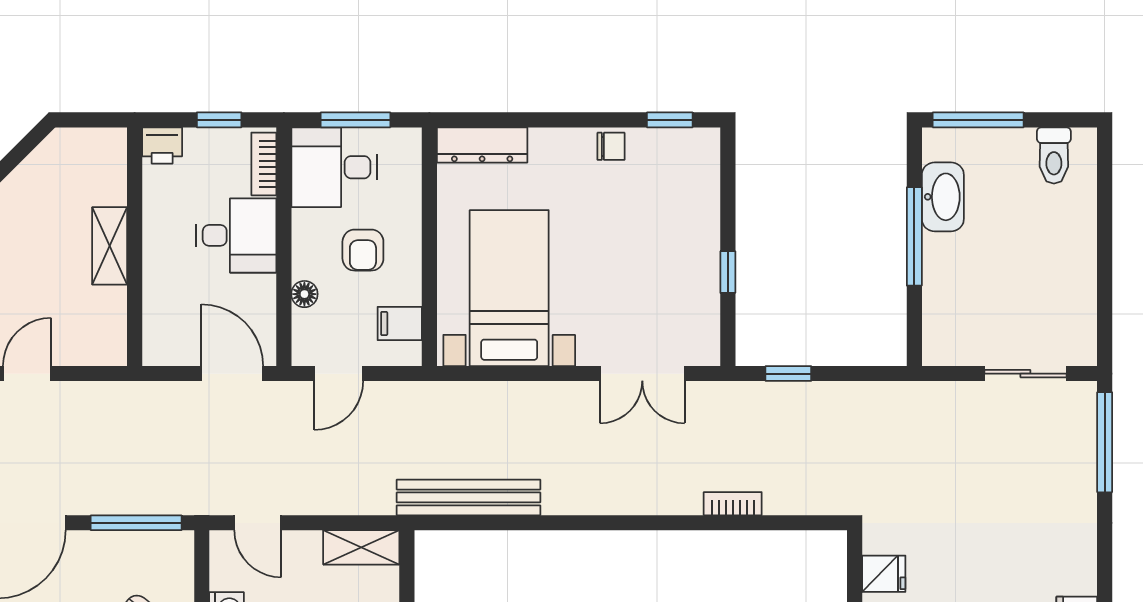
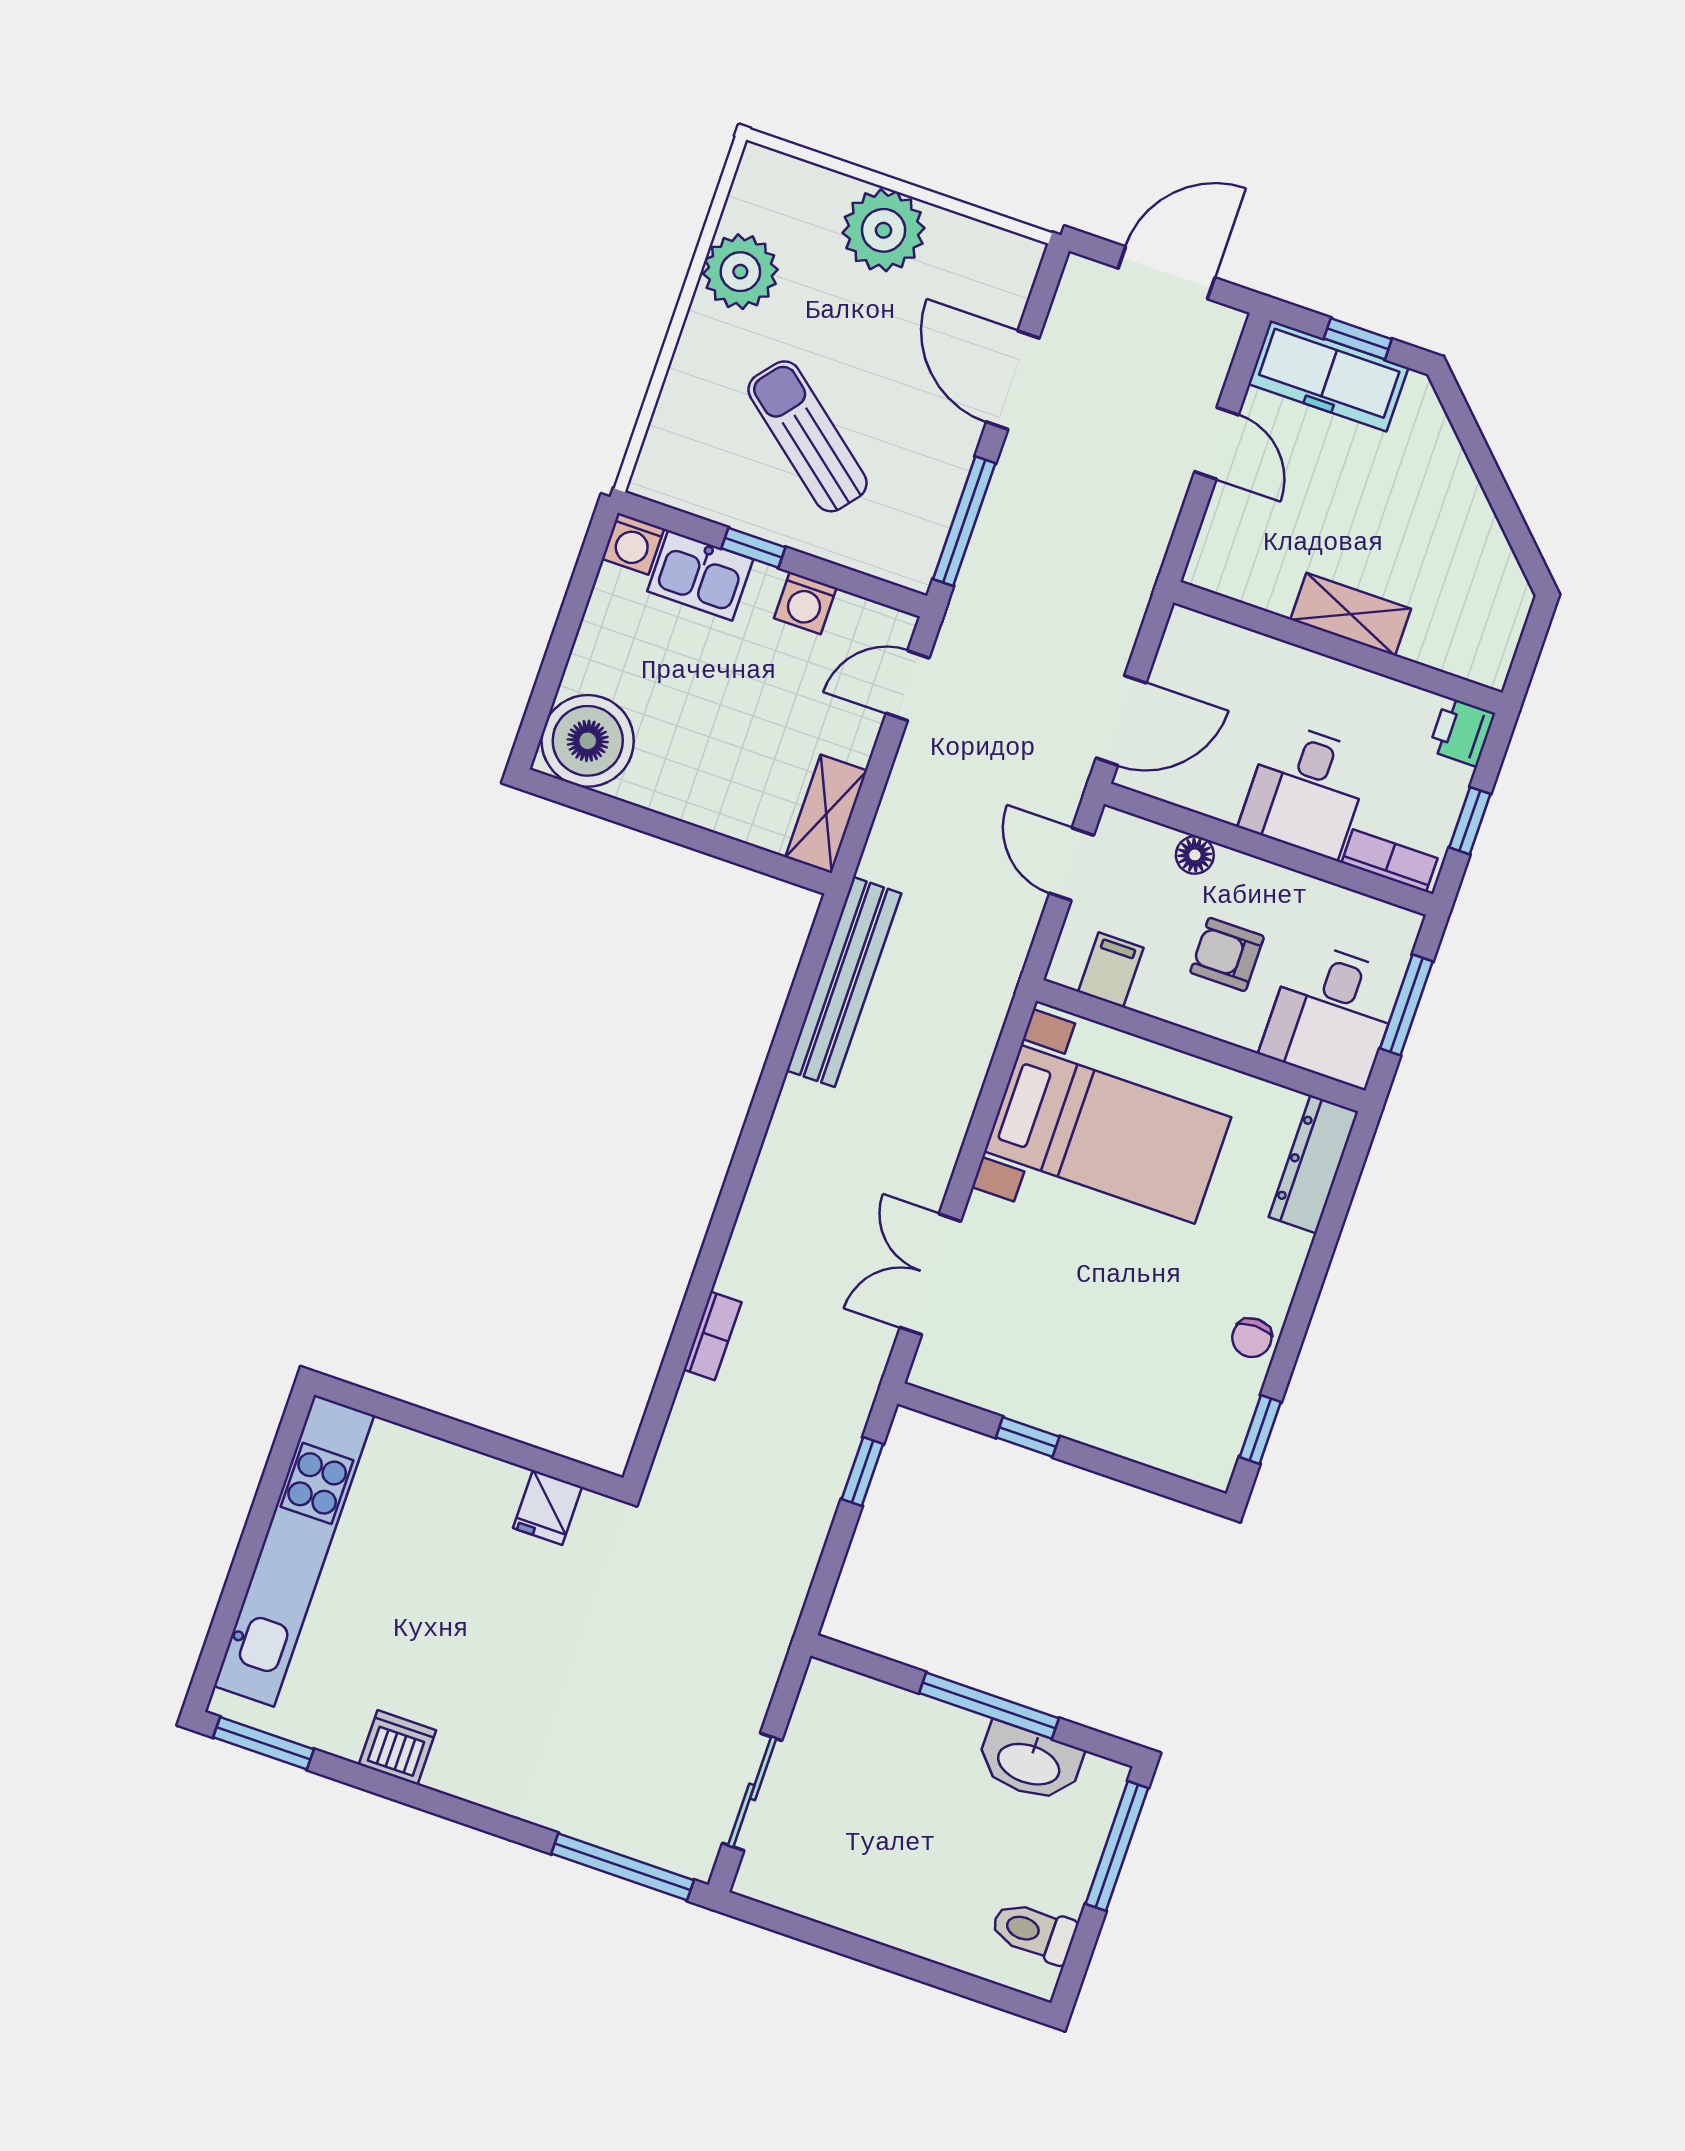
desk: (334, 167) -> (1332, 1014), moved, turned 180

